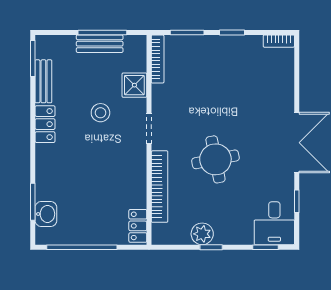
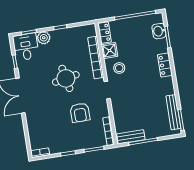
bench: (100, 44) -> (131, 137), moved
bench: (43, 81) -> (173, 112), width x1.36
shower: (134, 85) -> (110, 51), moved
armchair: (201, 98) -> (80, 113), added
stool: (100, 113) -> (119, 68), moved
locker: (45, 124) -> (165, 65), moved
plant: (202, 234) -> (44, 38), moved

